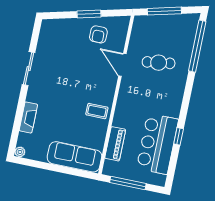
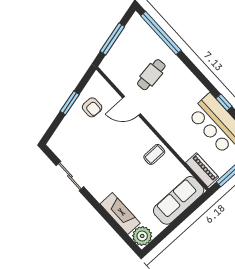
sliding door: (29, 69) -> (70, 176), moved
fireplace: (28, 117) -> (120, 213), width x1.37, depth x1.32
piano: (115, 144) -> (202, 170), moved
plant: (20, 152) -> (142, 236), width x1.88, depth x1.88

